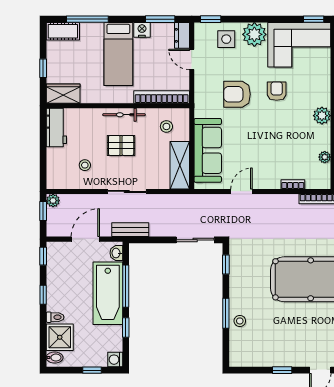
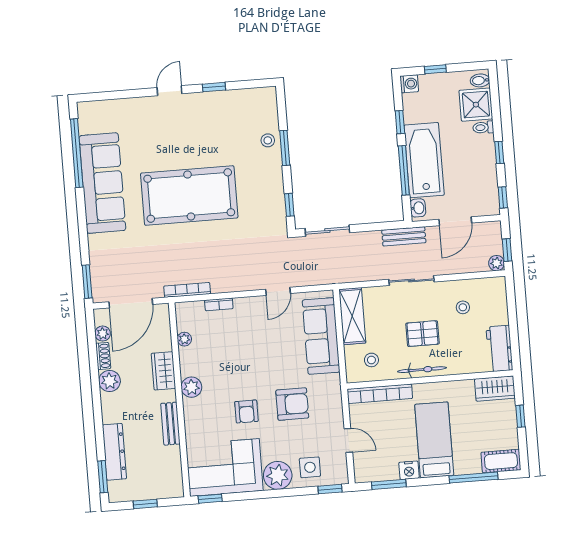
dresser: (182, 35) -> (362, 468), removed

